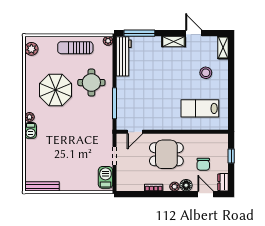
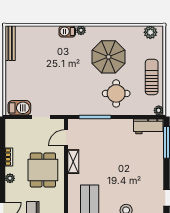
shelving: (174, 41) -> (73, 162), moved
workbench: (124, 56) -> (148, 126), width x0.73
door: (135, 132) -> (66, 138), hinge flipped
floor lamp: (186, 185) -> (11, 190), removed

